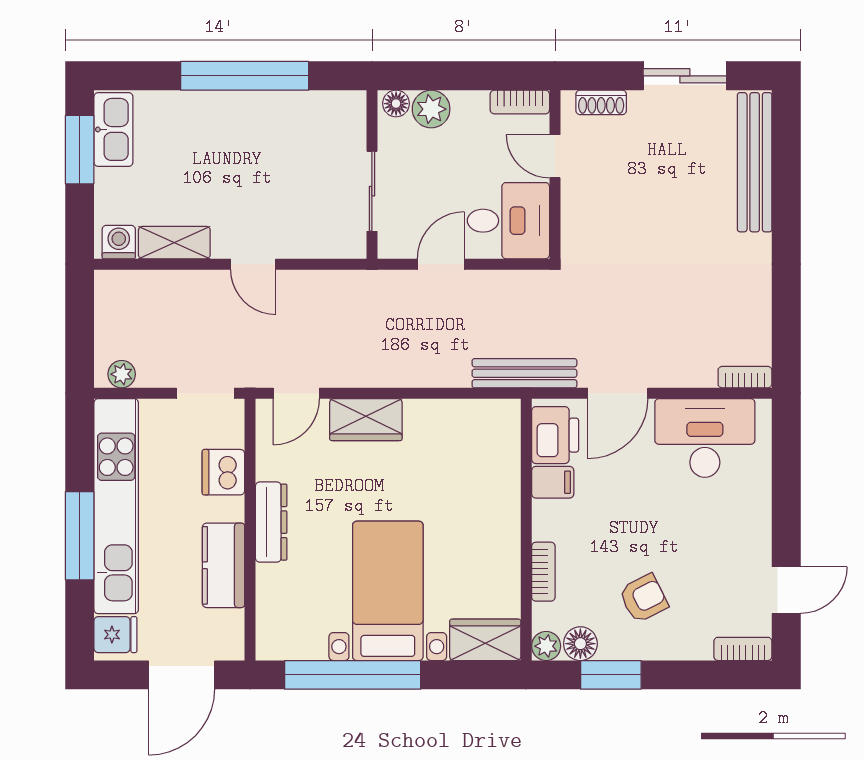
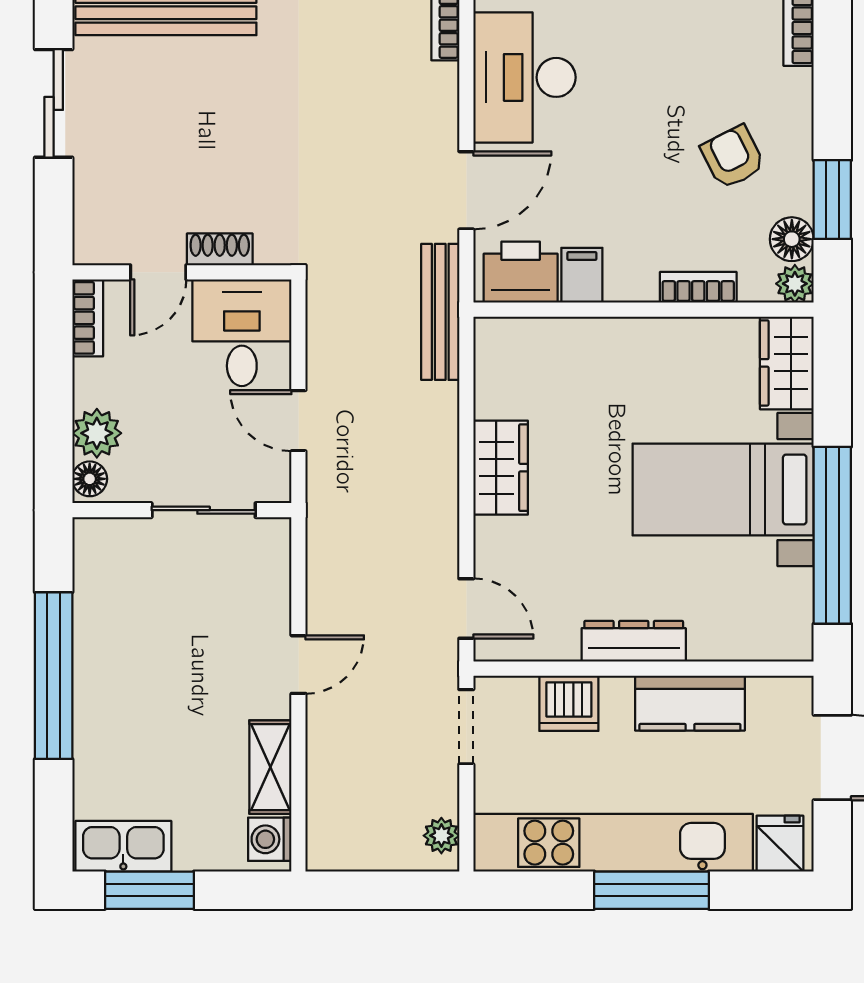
shoe rack: (601, 102) -> (220, 249), moved, turned -90
door: (618, 393) -> (466, 190), hinge flipped
wardrobe: (366, 420) -> (501, 468), moved

